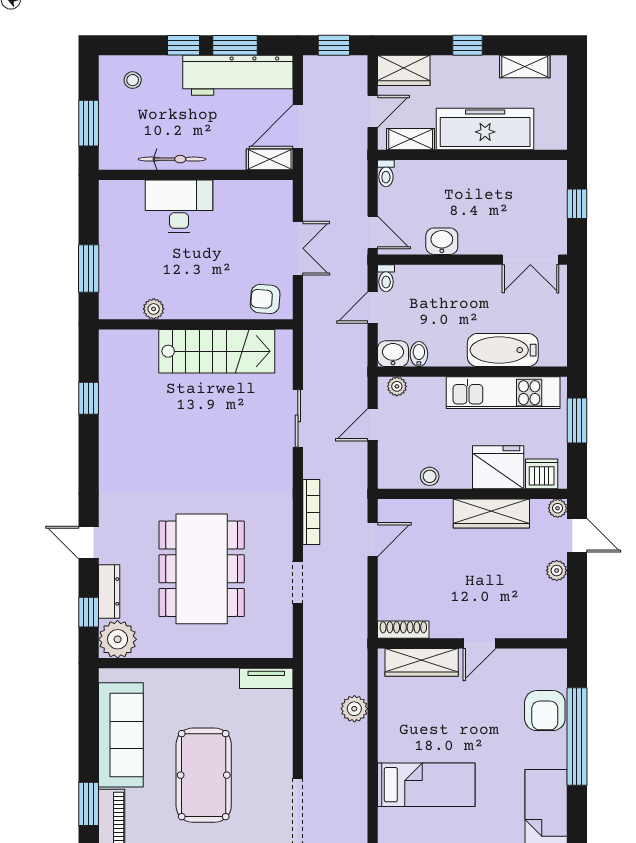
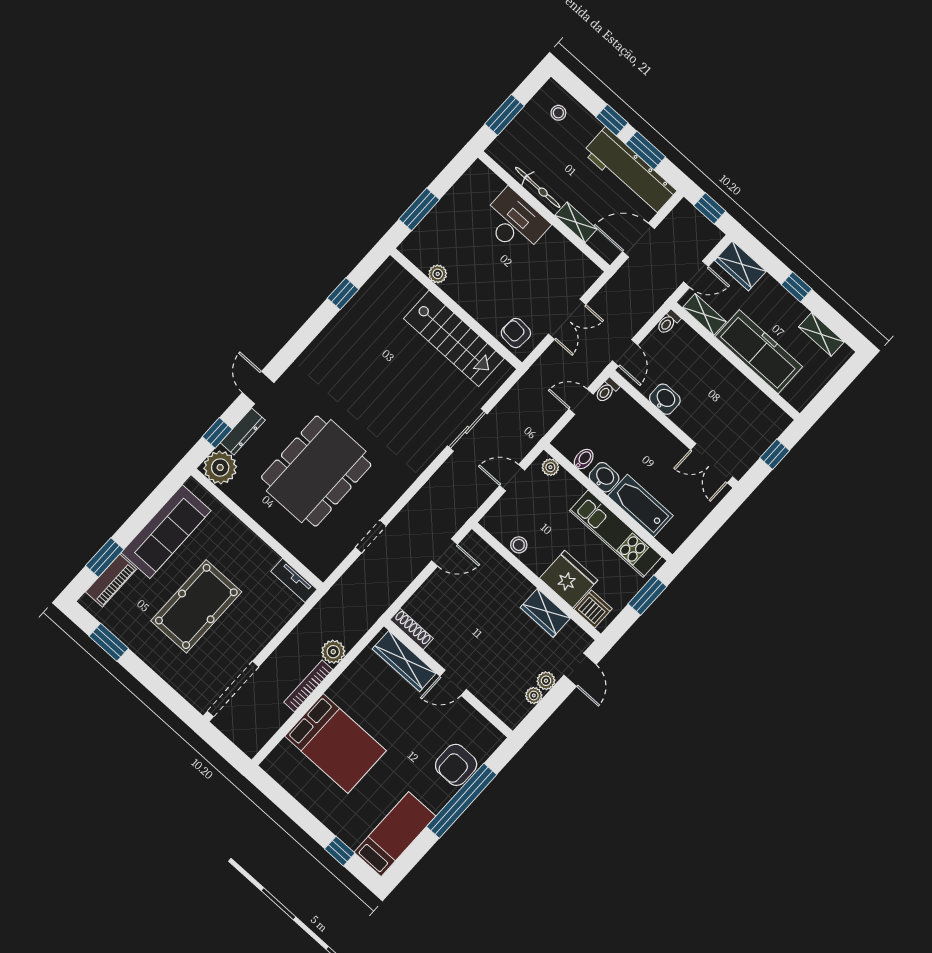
shelving: (270, 159) -> (576, 222), moved
washbasin: (393, 354) -> (604, 477), moved
plant: (558, 508) -> (534, 695), moved
bookcase: (311, 512) -> (308, 686), moved, turned 180
wardrobe: (491, 513) -> (545, 613), width x0.67
bed: (426, 785) -> (335, 743), width x1.50

